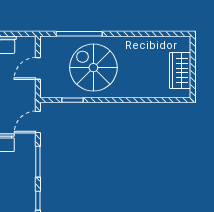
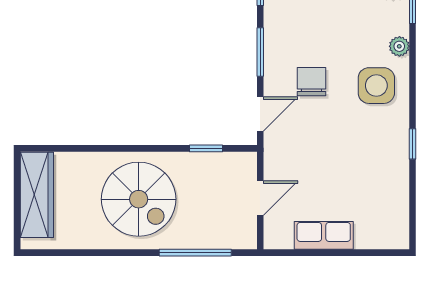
spiral stairs: (93, 68) -> (139, 199), moved
wardrobe: (180, 70) -> (37, 195), width x1.50

